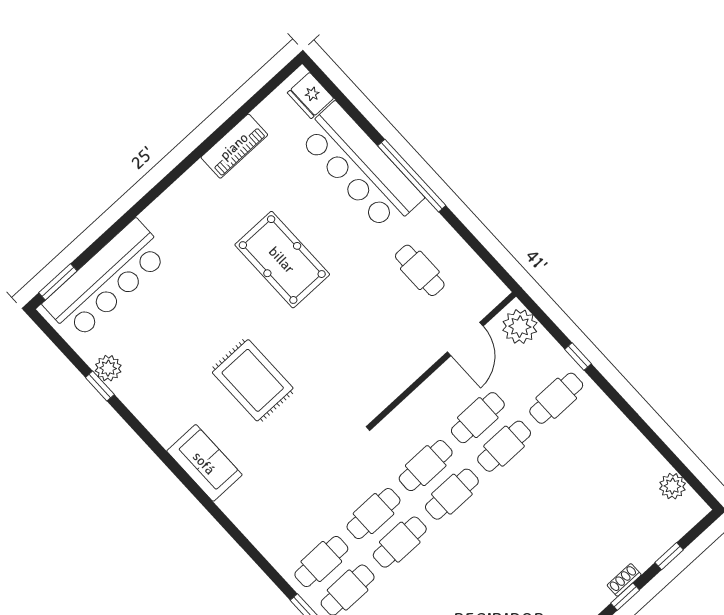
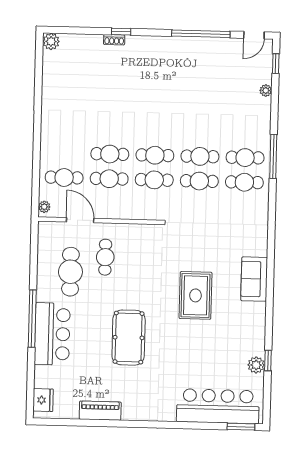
bar counter: (360, 167) -> (52, 334), width x0.73
cafe table: (420, 270) -> (70, 272), width x1.37, depth x1.35
cafe table: (396, 325) -> (105, 257), added
plant: (520, 327) -> (44, 207), width x0.53, depth x0.53
door: (465, 339) -> (80, 220), hinge flipped
window: (578, 356) -> (36, 162), removed
cafe table: (556, 398) -> (64, 178), moved
plant: (672, 486) -> (51, 41), moved
window: (669, 556) -> (83, 31), removed

